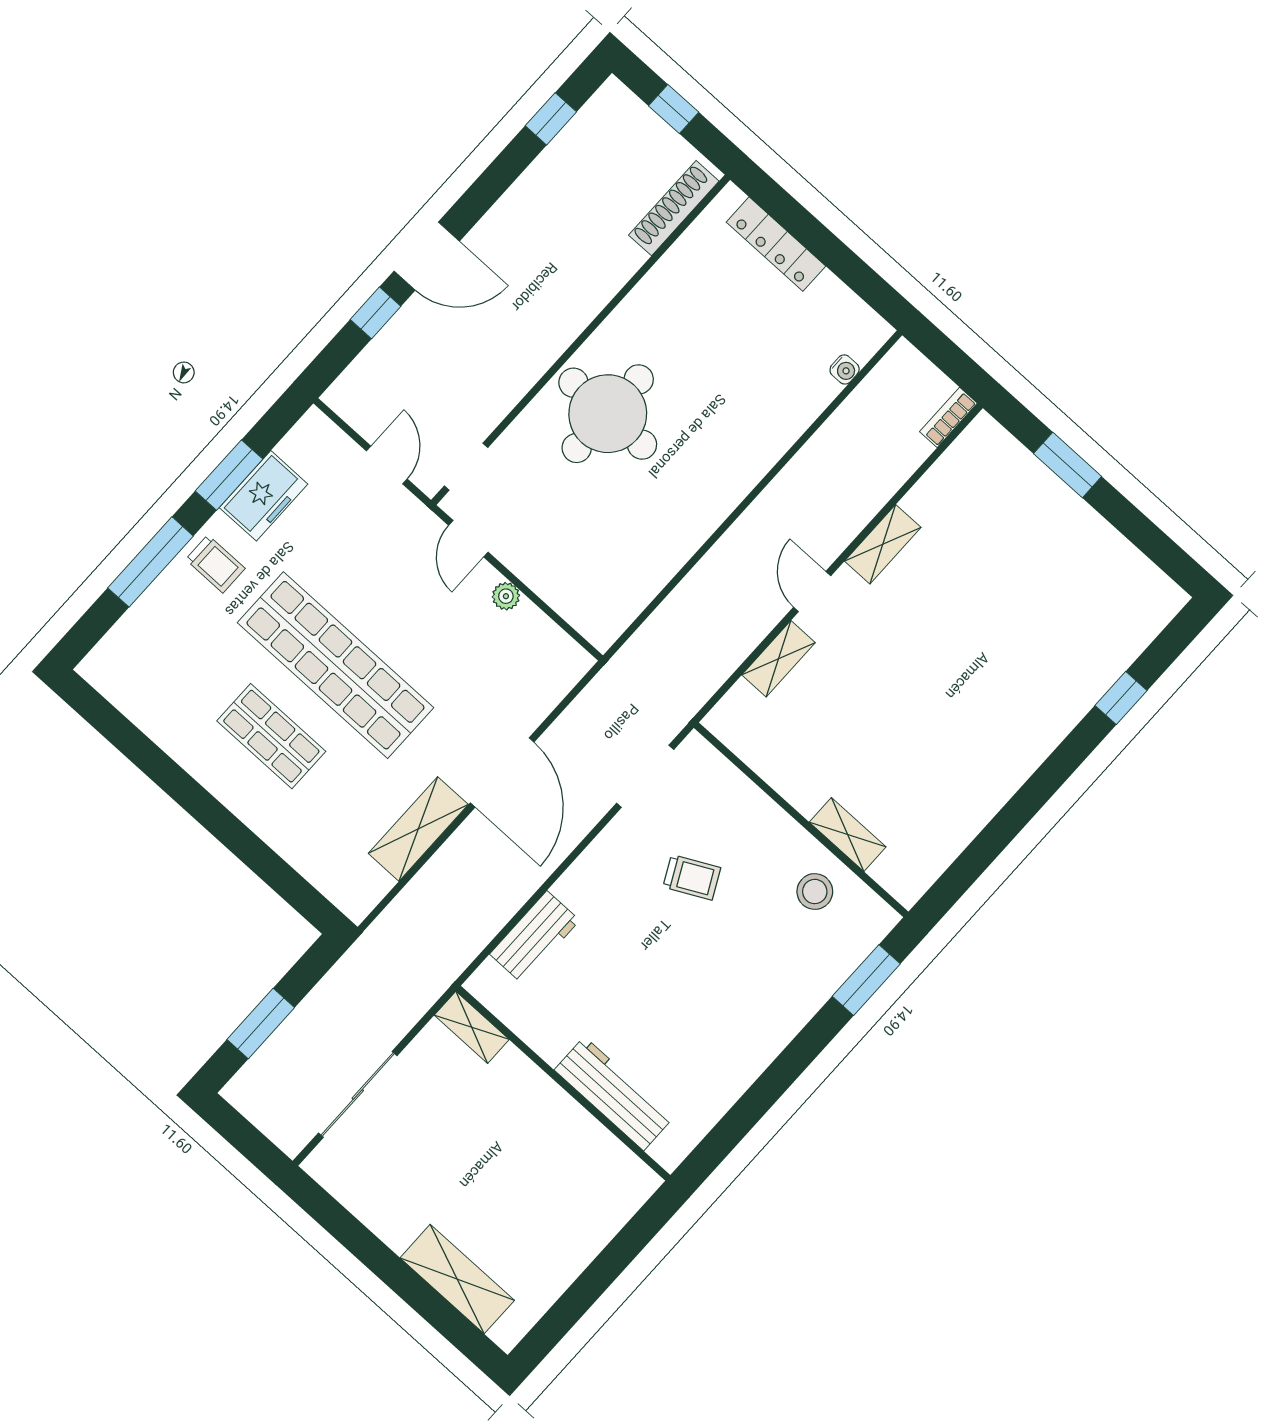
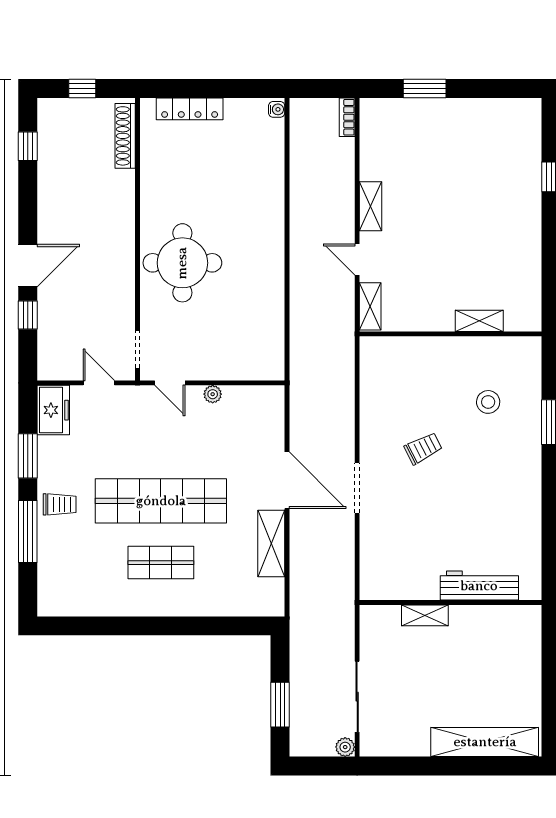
water cooler: (845, 369) -> (277, 109), moved
freezer: (264, 496) -> (53, 410), moved
doorway: (645, 776) -> (357, 488), moved
wall: (801, 820) -> (451, 334), moved
shelving: (848, 835) -> (479, 321), moved
workbench: (535, 937) -> (374, 545), removed
shelving: (472, 1027) -> (425, 615), moved
plant: (292, 1140) -> (345, 747), added
shelving: (457, 1279) -> (485, 742), width x1.47

